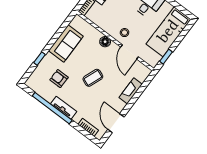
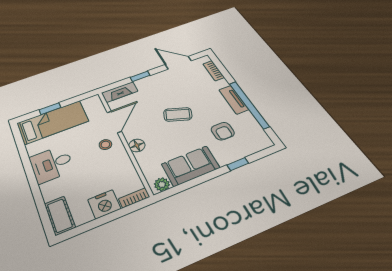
plant: (76, 23) -> (162, 184), added
window: (166, 57) -> (50, 109), moved
fireplace: (131, 91) -> (120, 92), moved
window: (135, 98) -> (140, 76), added
door: (116, 123) -> (178, 63), swing flipped

